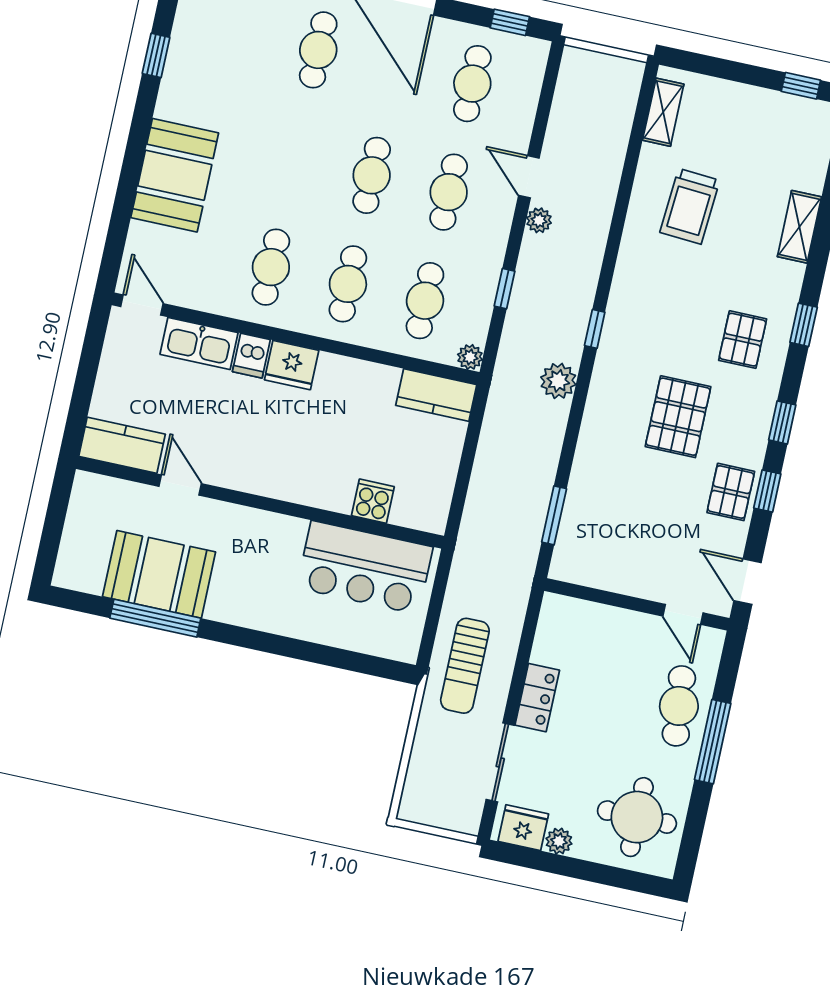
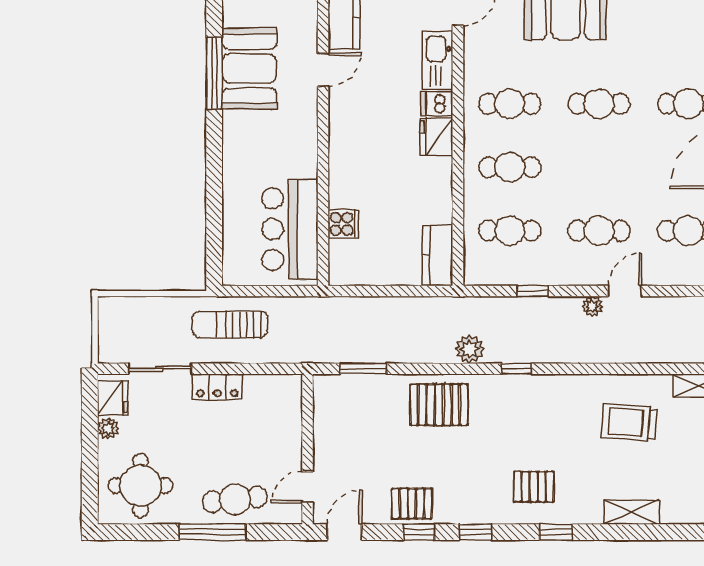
cafe table: (372, 175) -> (599, 104), moved
plant: (470, 357) -> (473, 276), removed
pallet: (678, 417) -> (439, 405), moved

